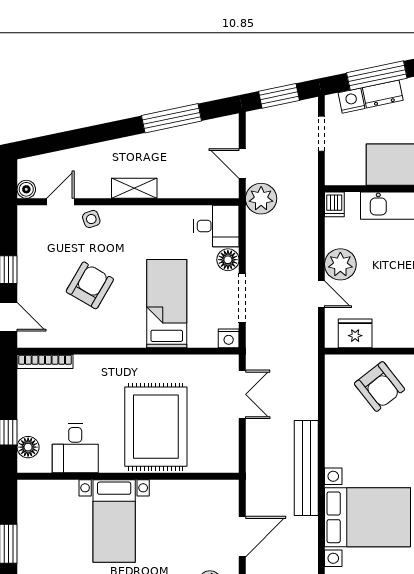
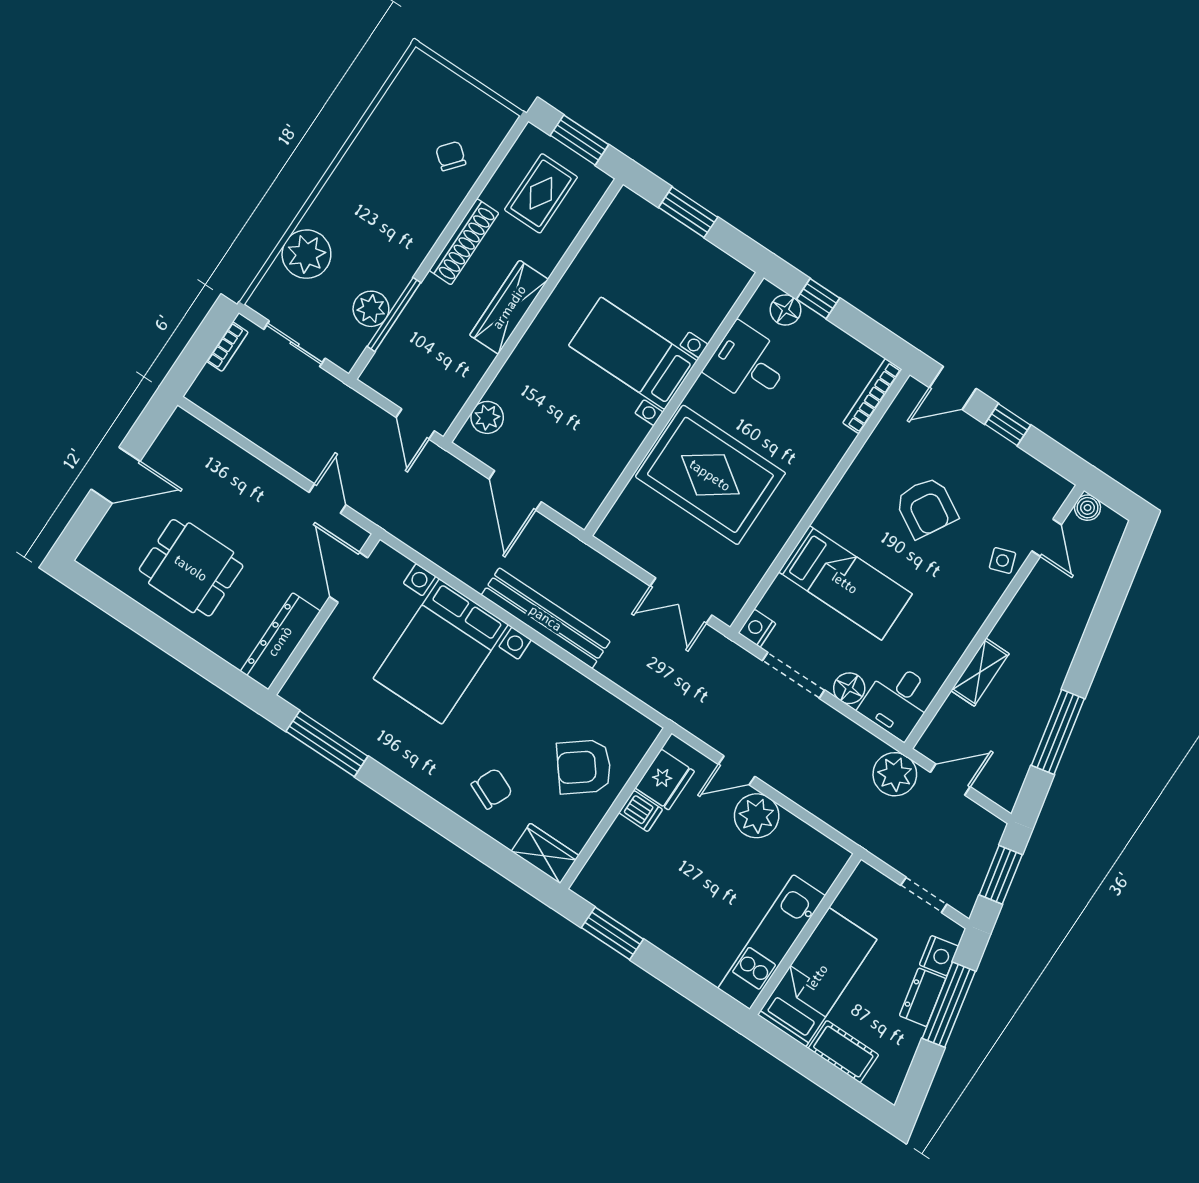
shelving: (134, 188) -> (980, 672), moved
dishwasher: (334, 204) -> (641, 811), moved, turned 180

